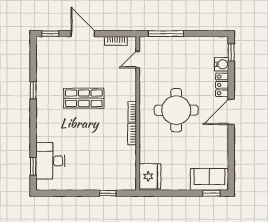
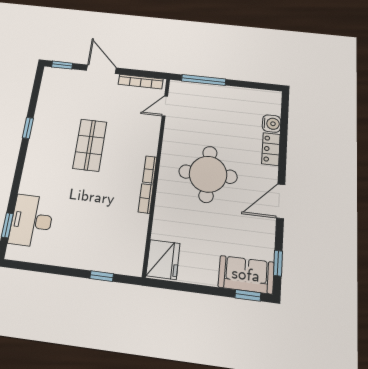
bookcase: (116, 41) -> (141, 82), width x1.56
window: (231, 52) -> (278, 263), moved
shop shelf: (84, 98) -> (90, 145), turned 90
door: (231, 112) -> (281, 201), moved

